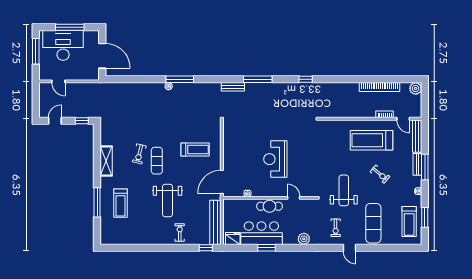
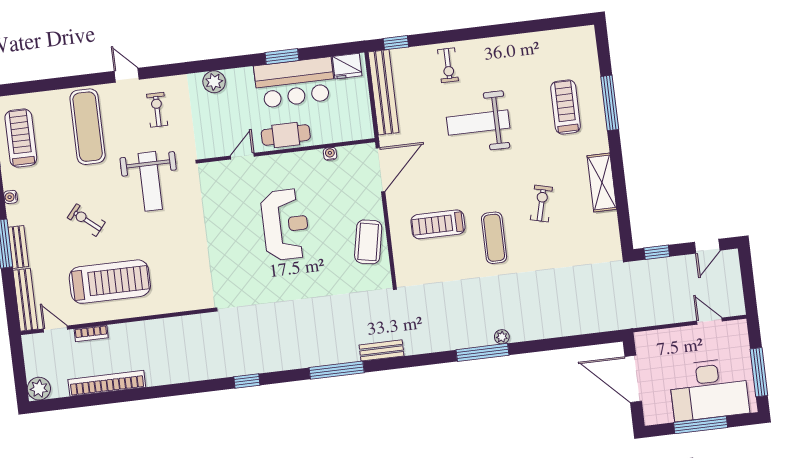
coffee table: (233, 145) -> (368, 242), added
exercise mat: (157, 161) -> (494, 238), moved
door: (294, 198) -> (242, 156), swing flipped
weight bench: (167, 200) -> (478, 123), turned -90

